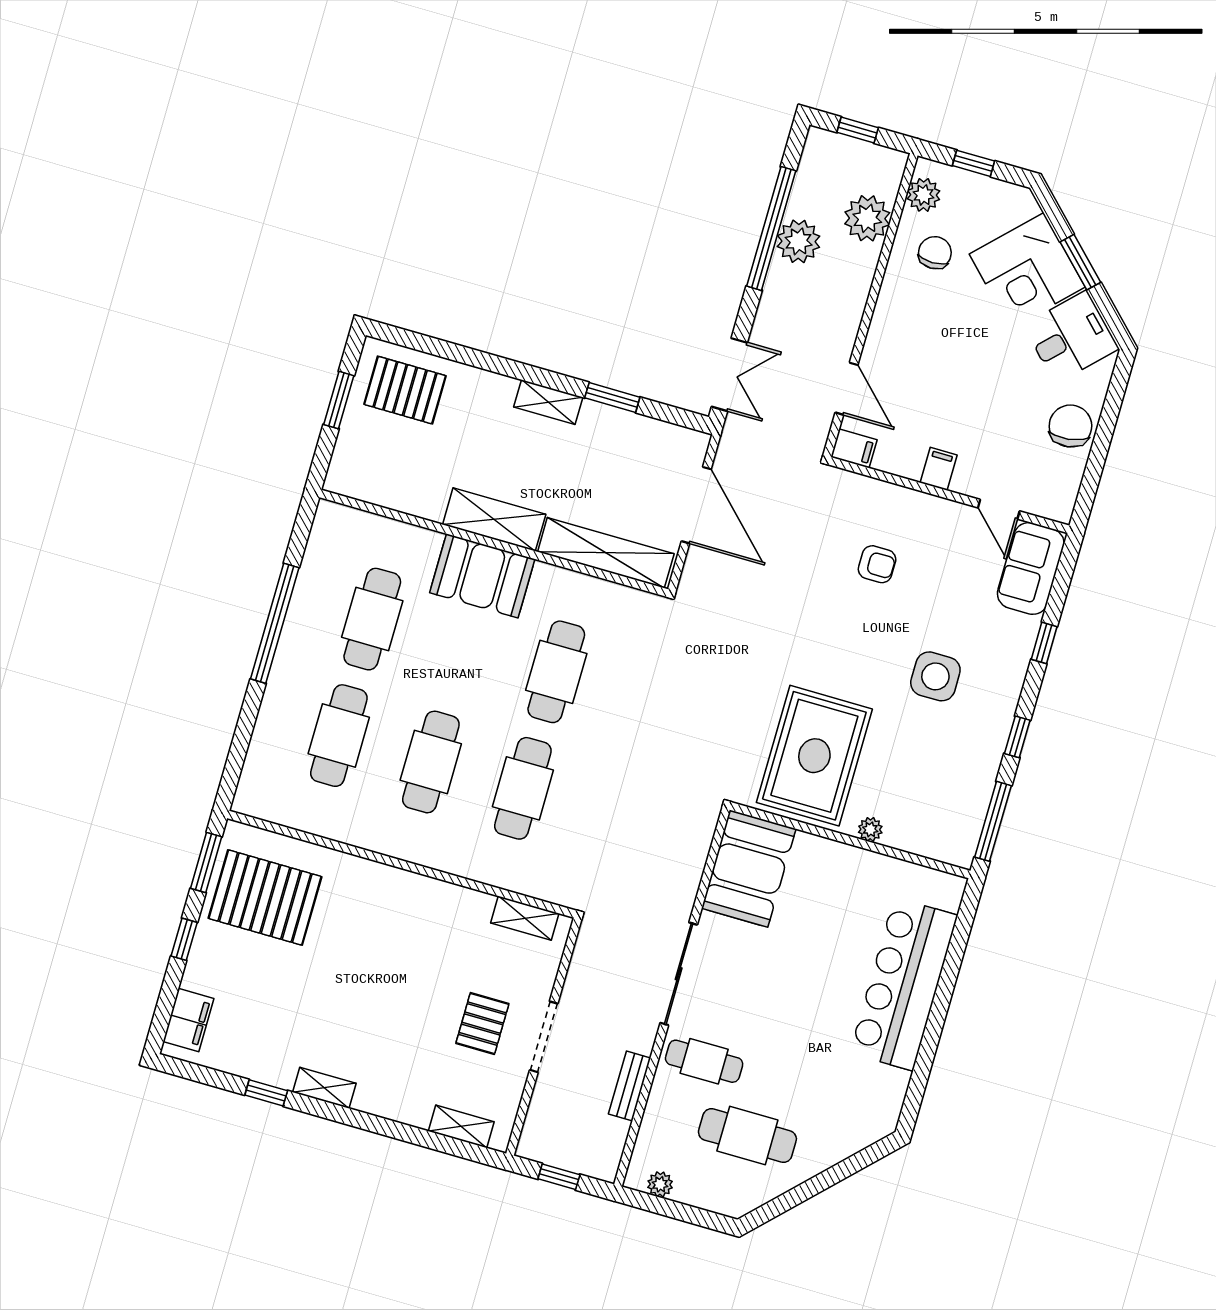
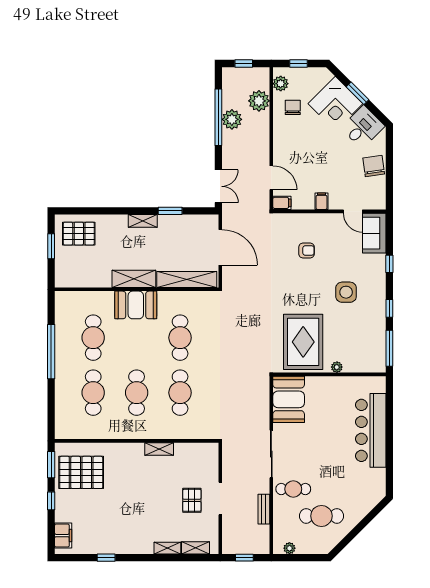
shelving: (525, 918) -> (159, 449), moved
shelving: (324, 1088) -> (167, 548), moved

